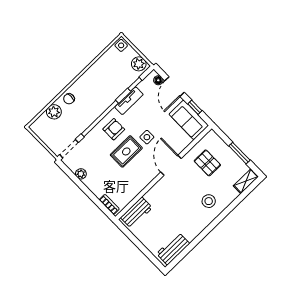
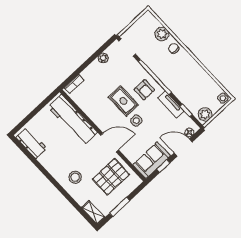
pallet: (207, 163) -> (111, 177), width x1.50, depth x1.42
workbench: (136, 213) -> (73, 120), width x1.88, depth x1.32

